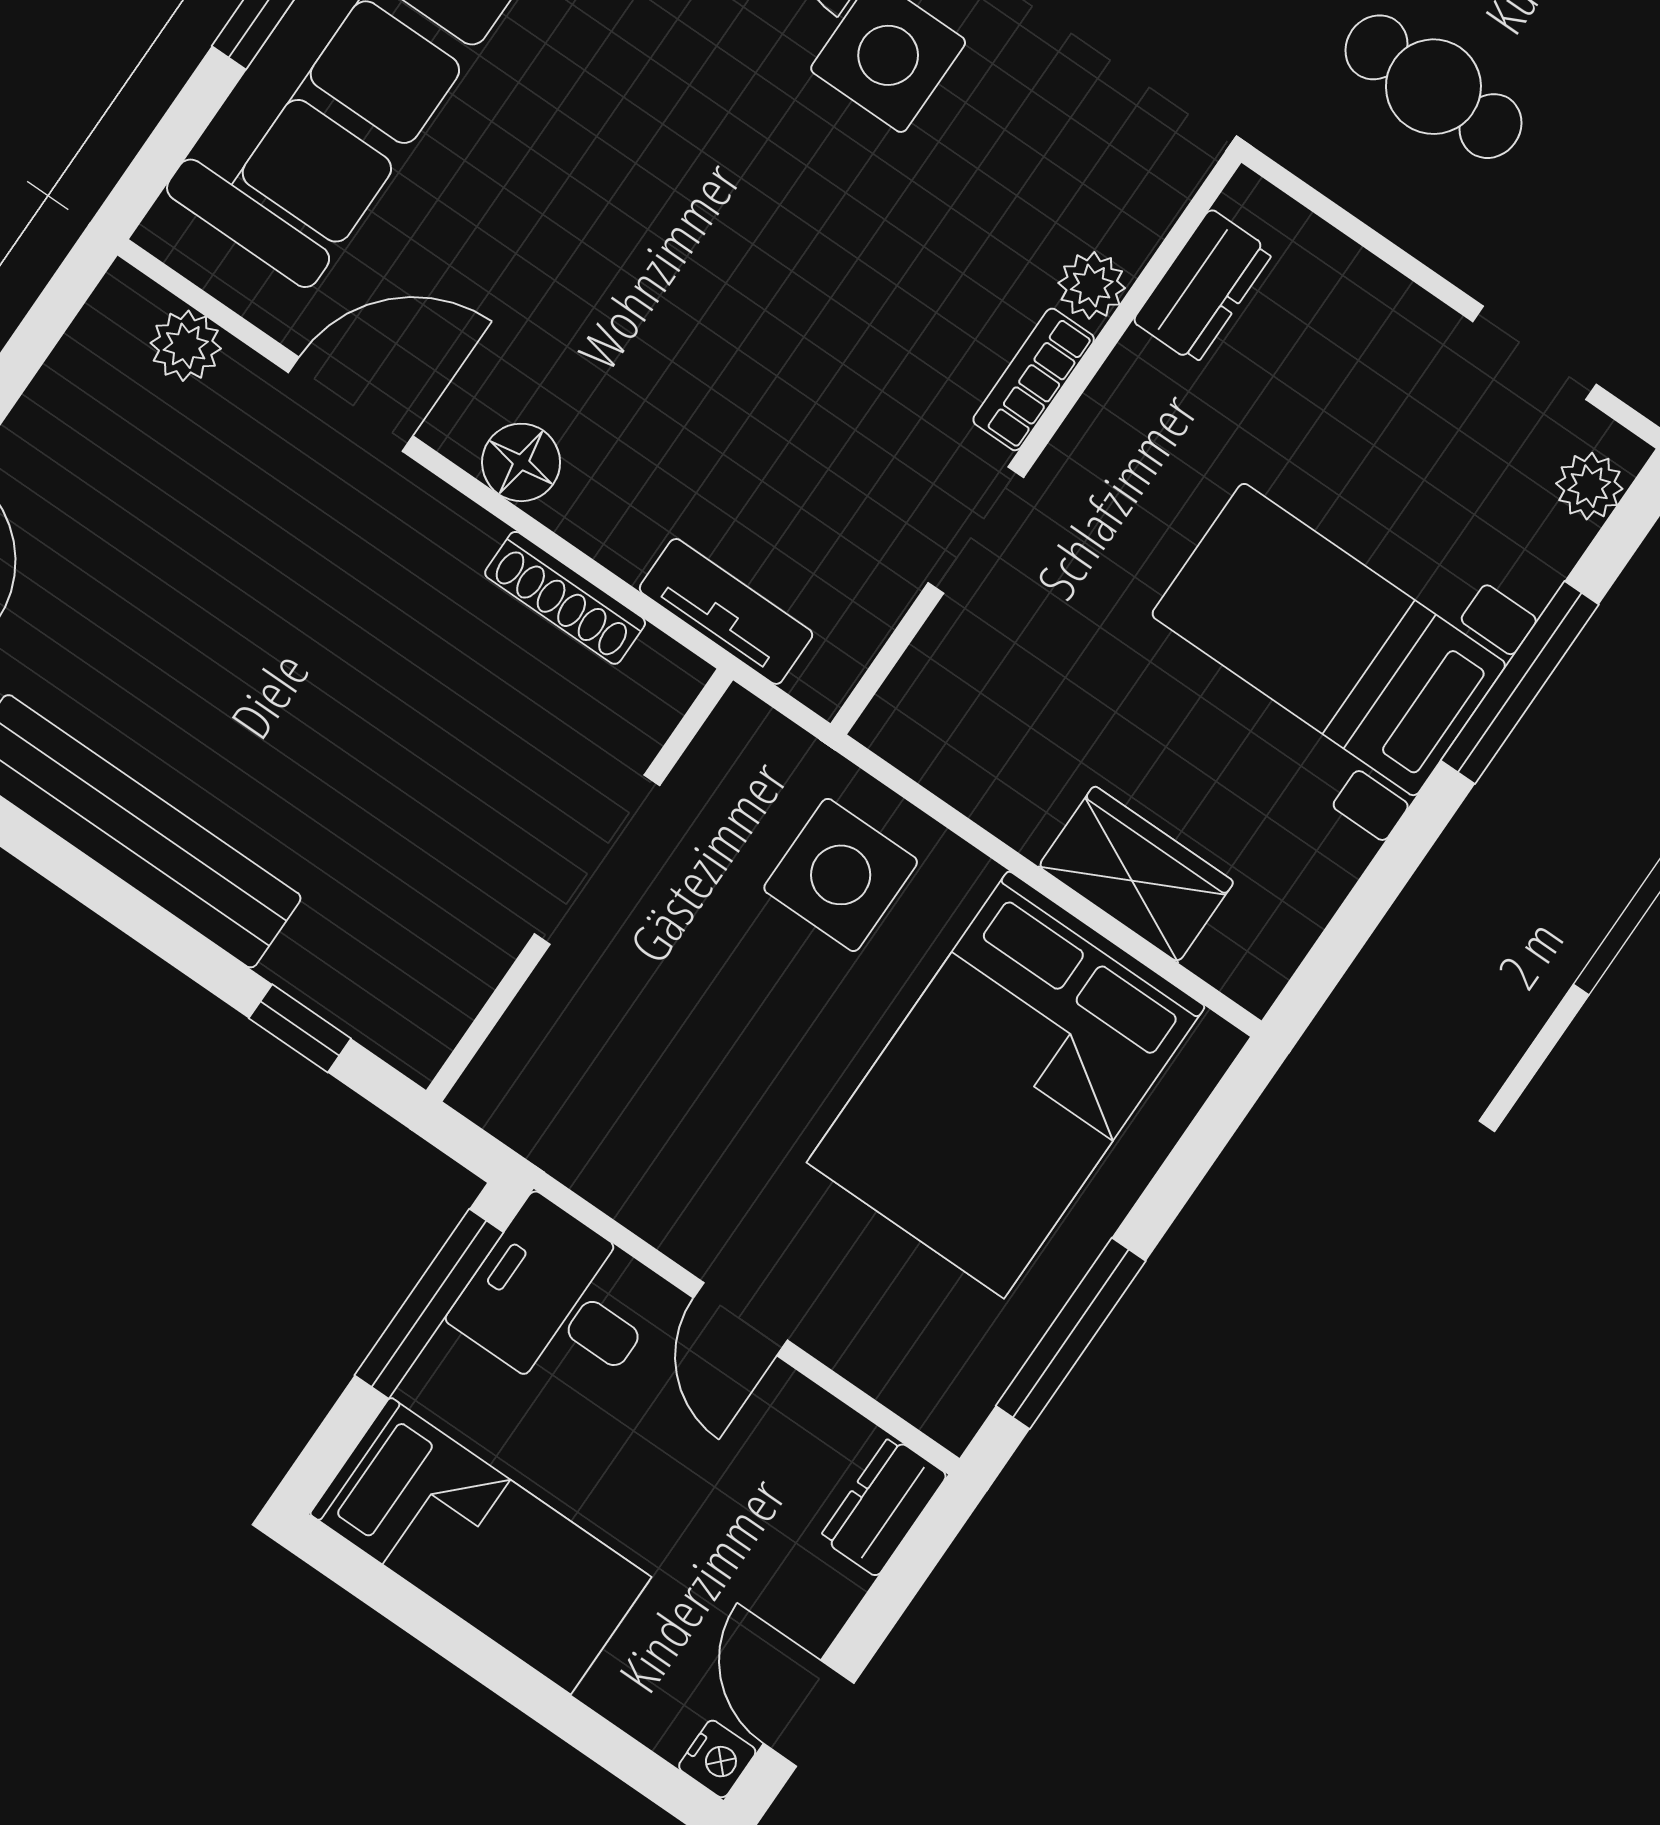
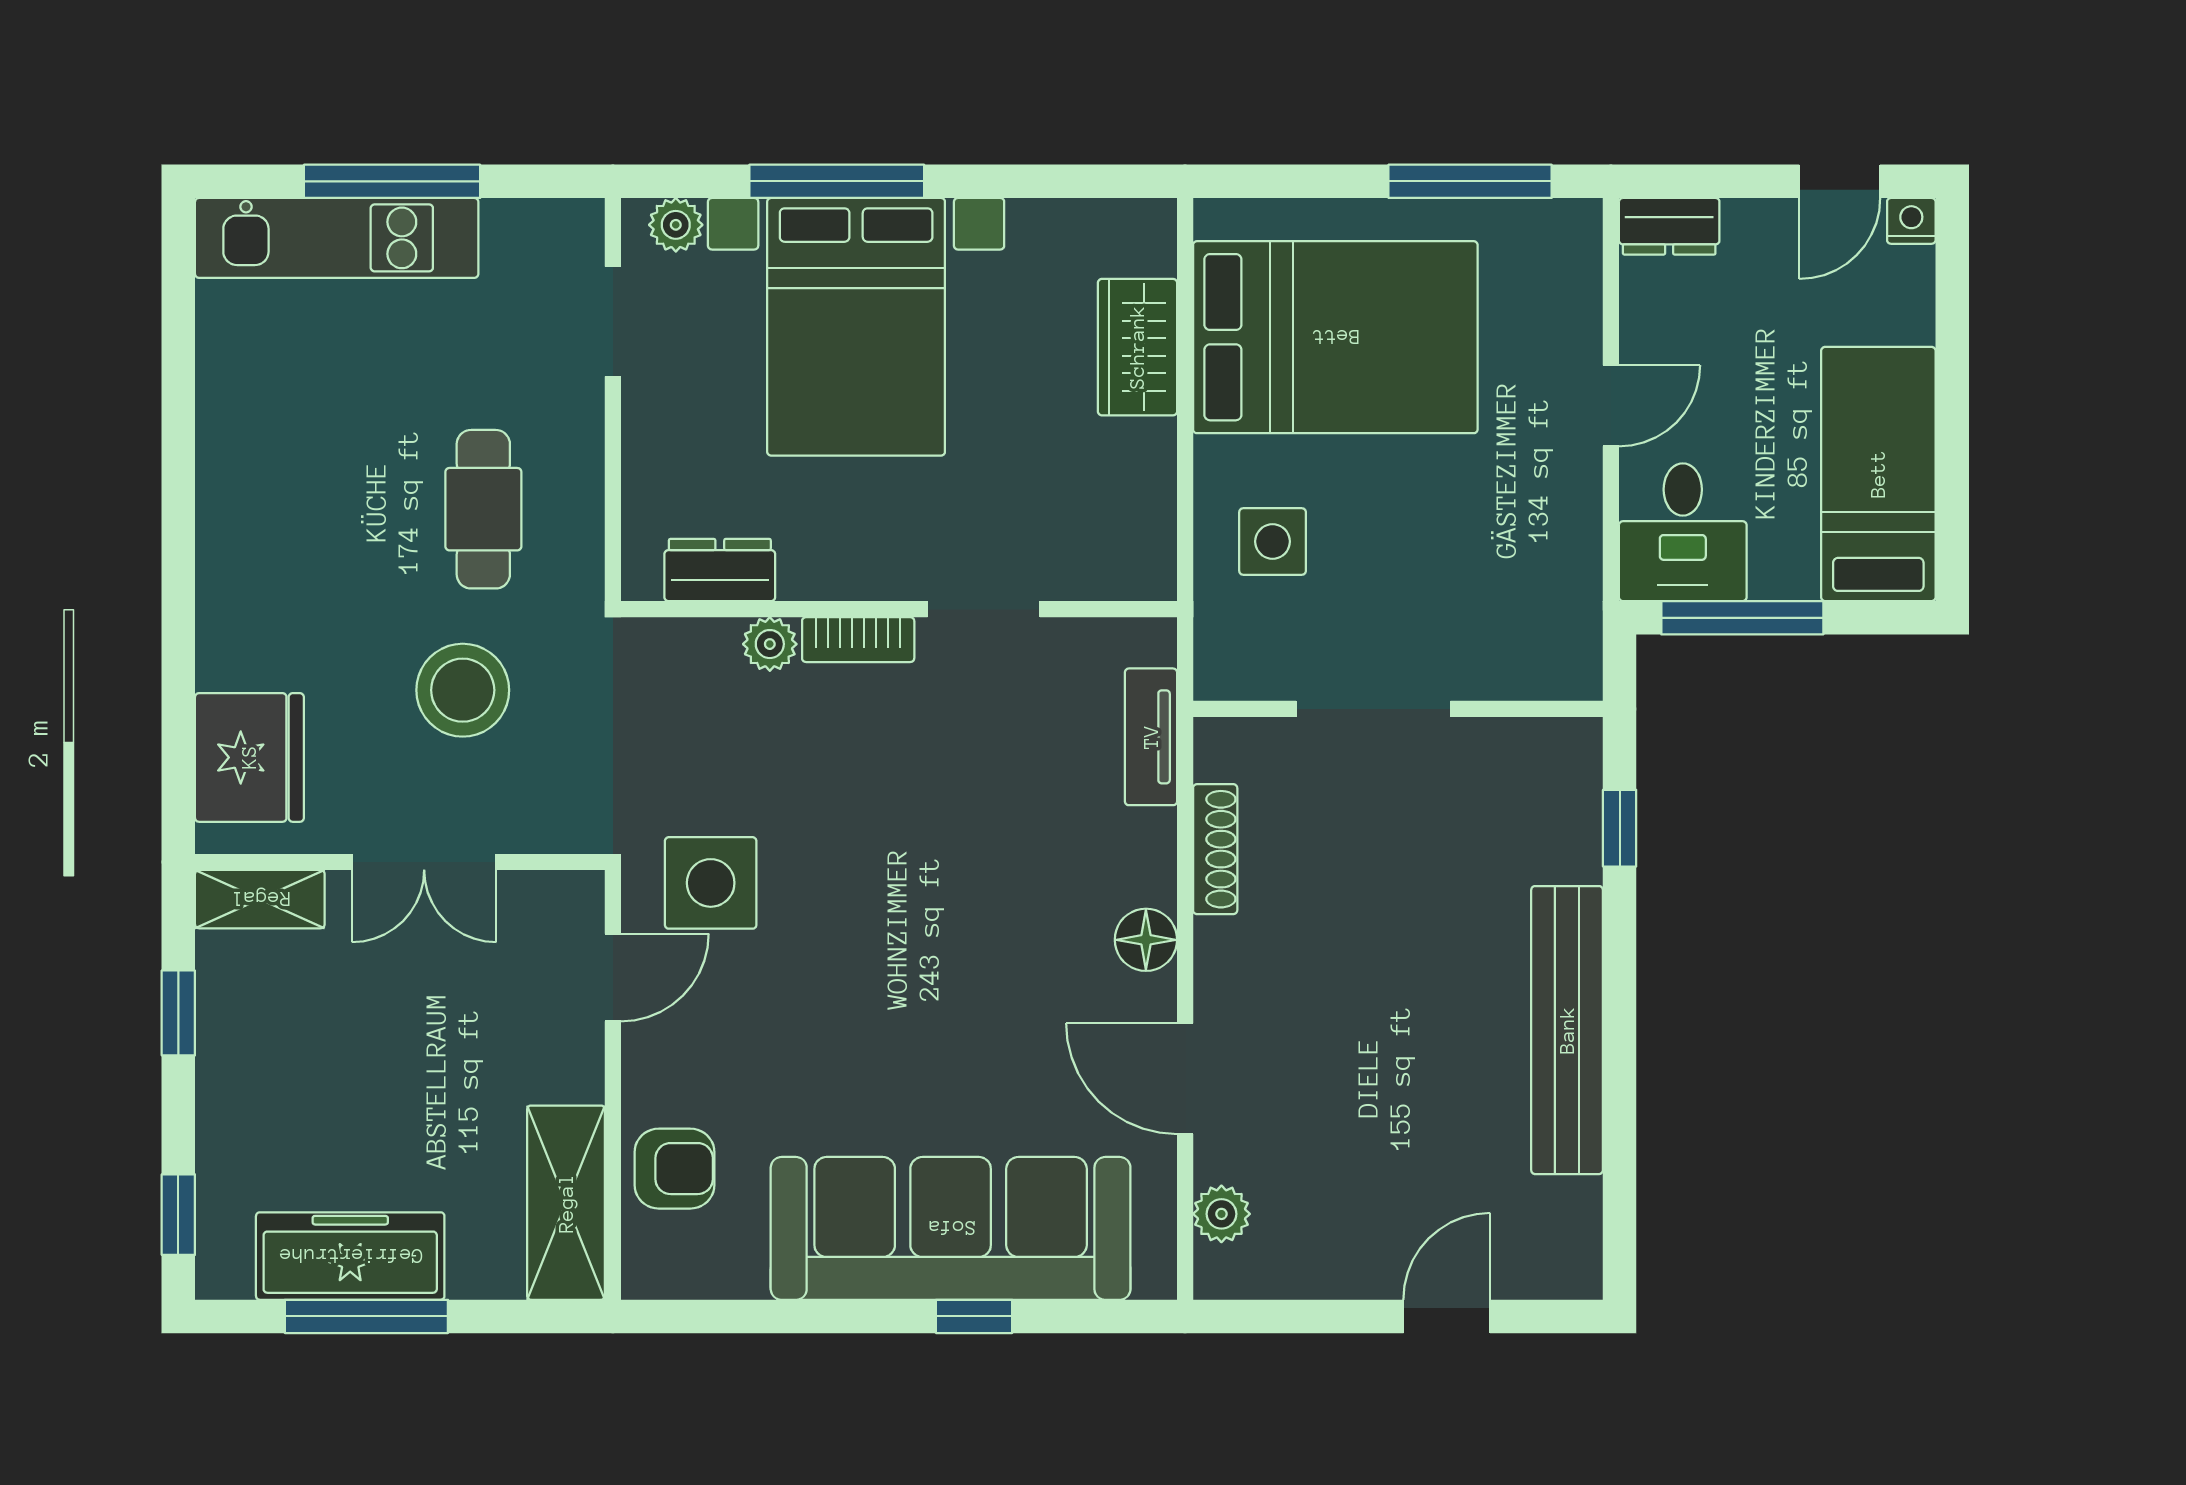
bed with nightstands: (1329, 640) -> (856, 327), width x1.36
side table: (841, 875) -> (1273, 541), width x0.73, depth x0.73

